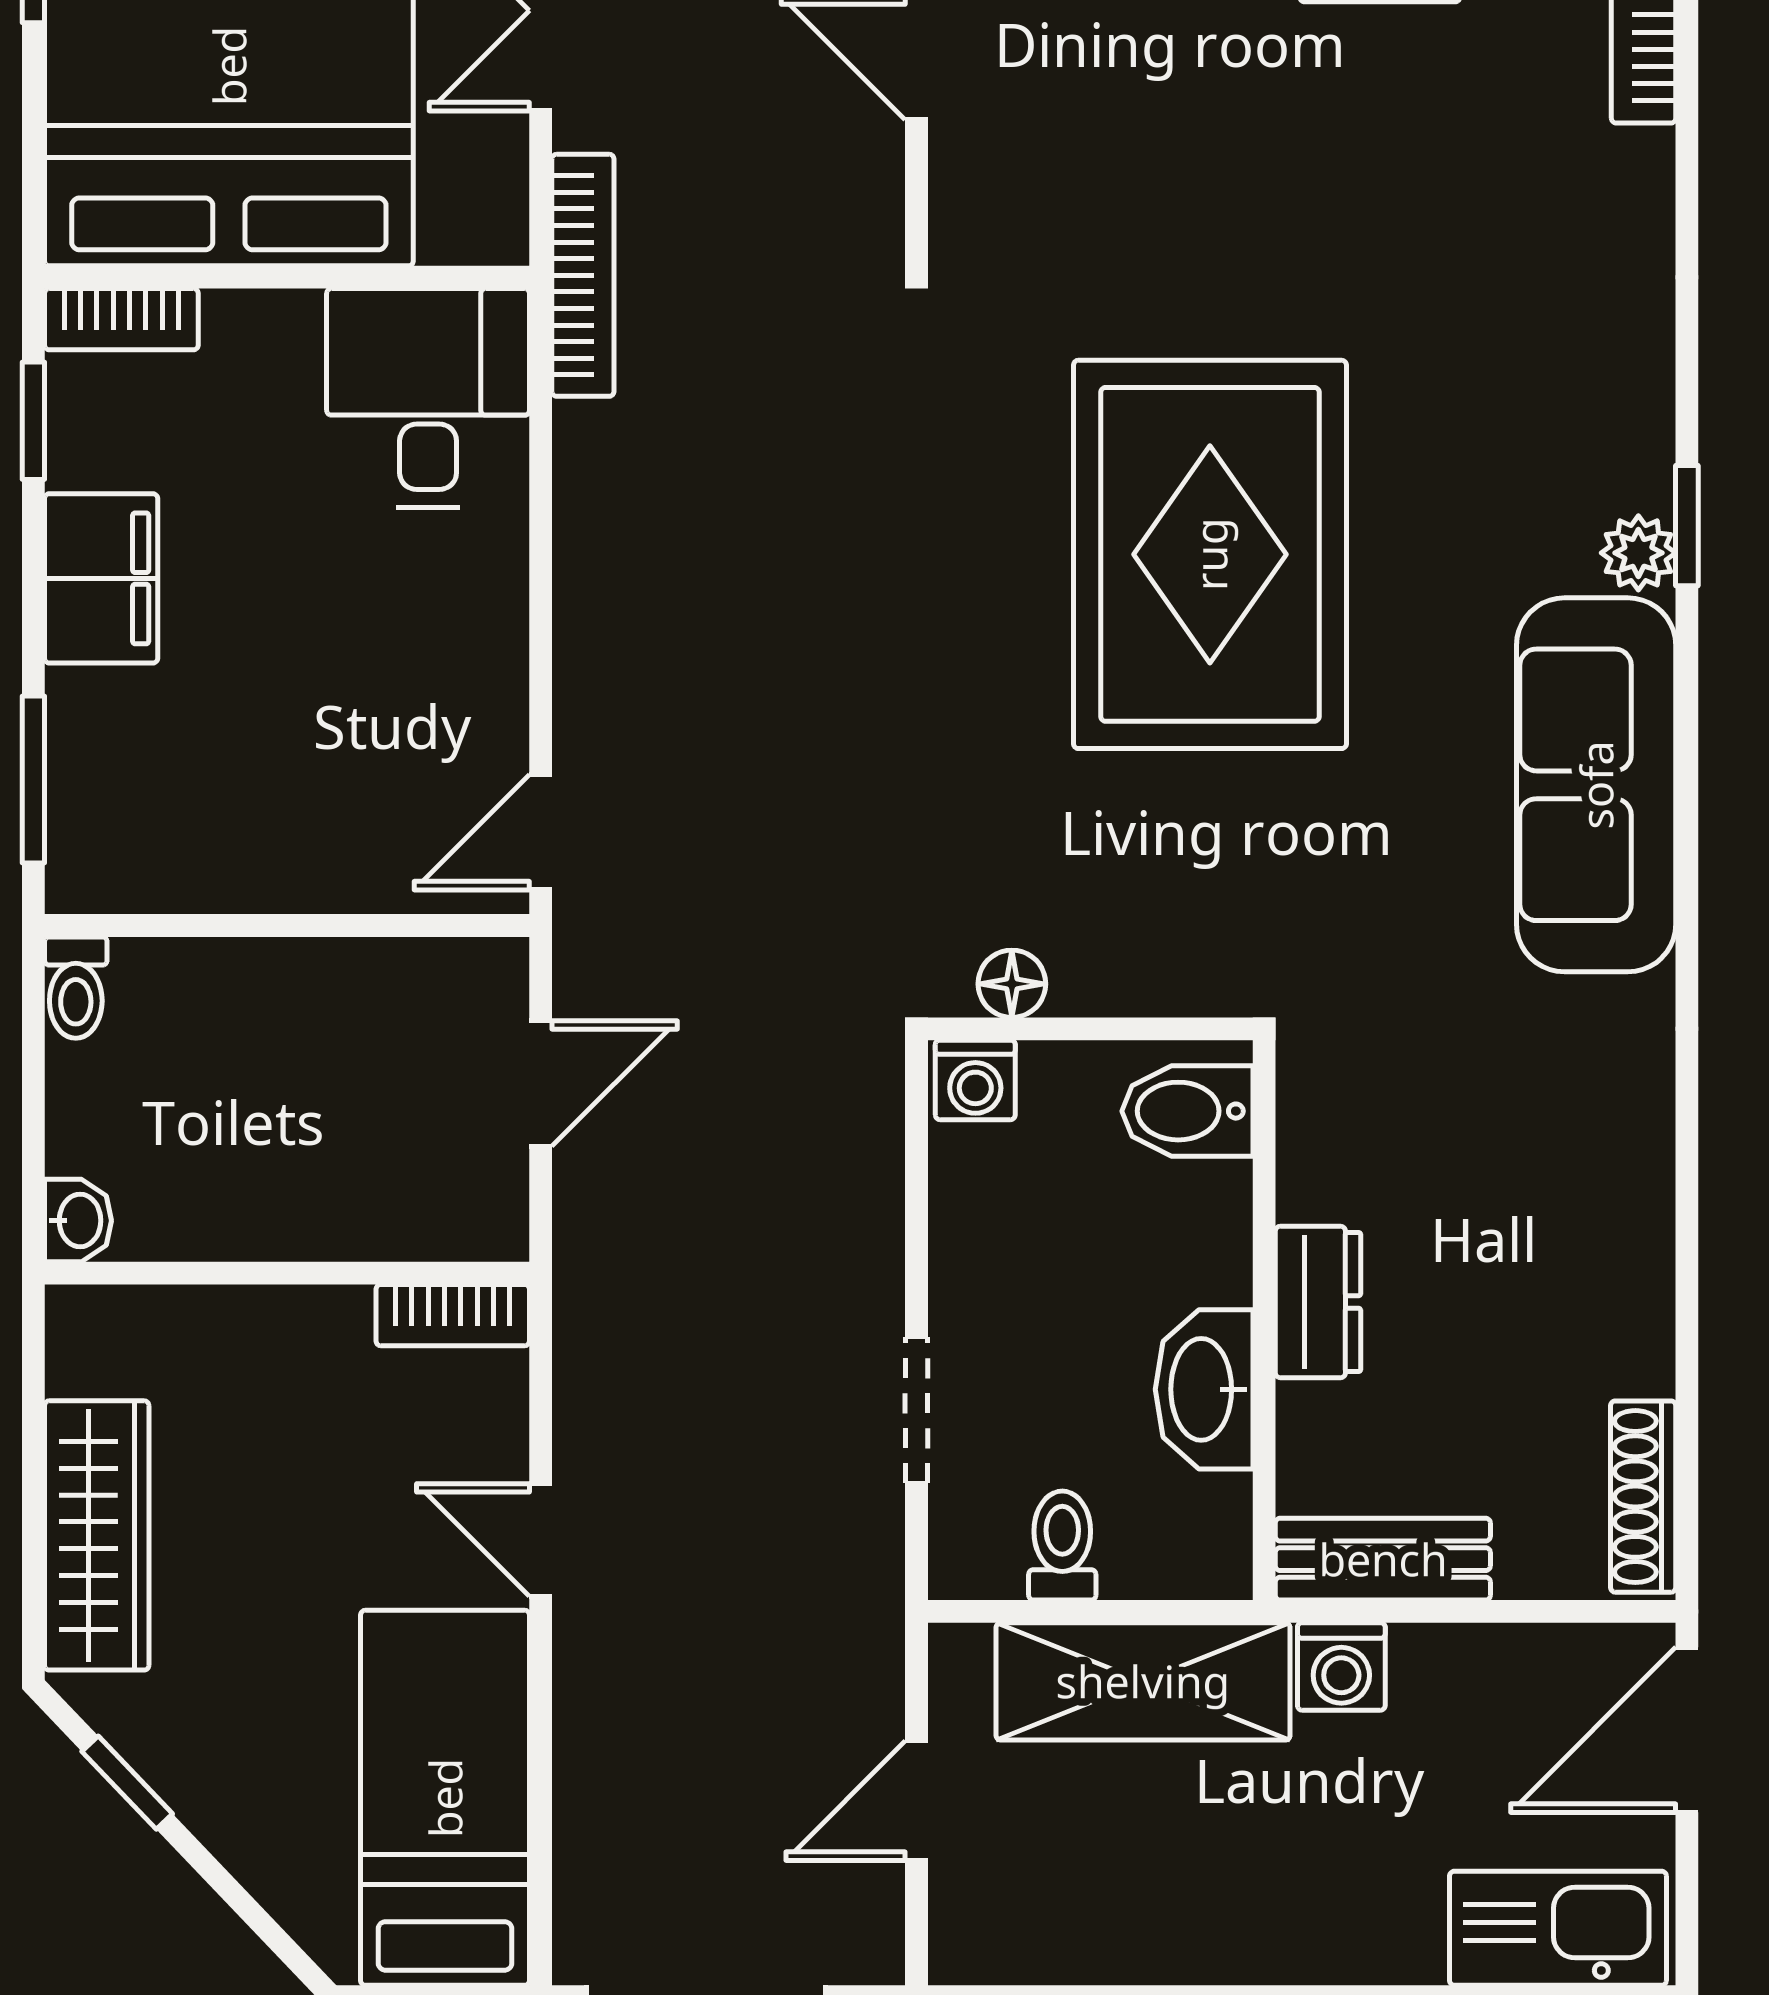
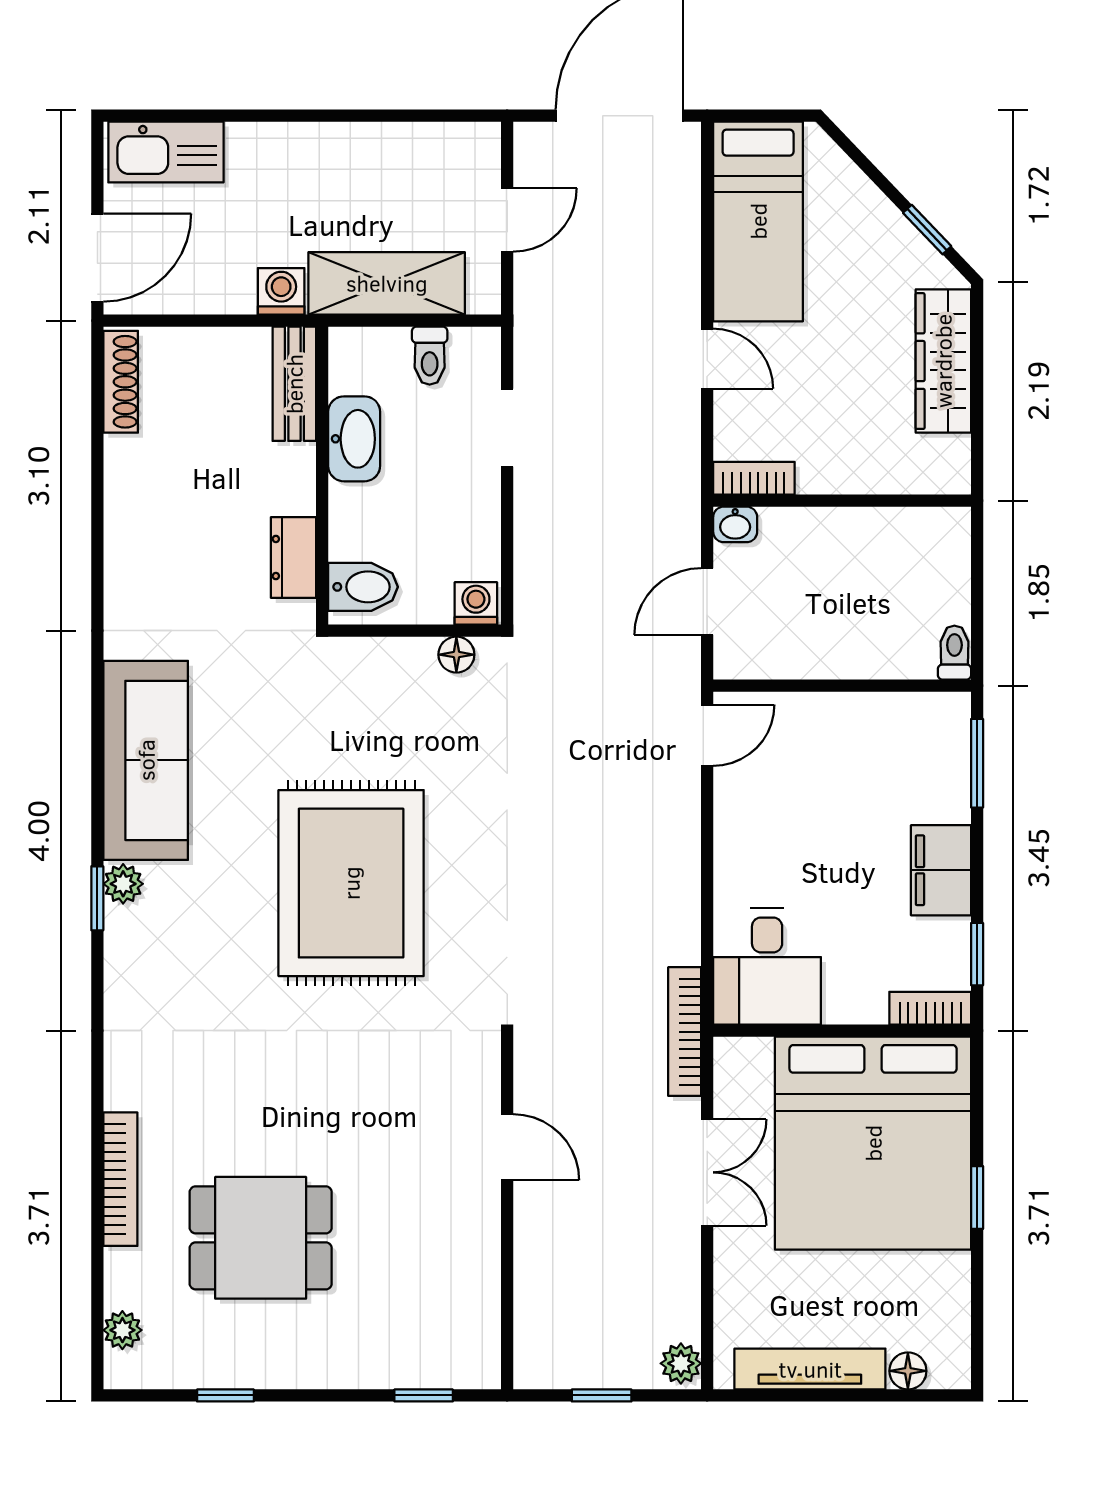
washbasin: (78, 1221) -> (735, 524), moved, turned -90
dresser: (1318, 1302) -> (294, 558), moved
bench: (1383, 1559) -> (294, 384), moved, turned 90

